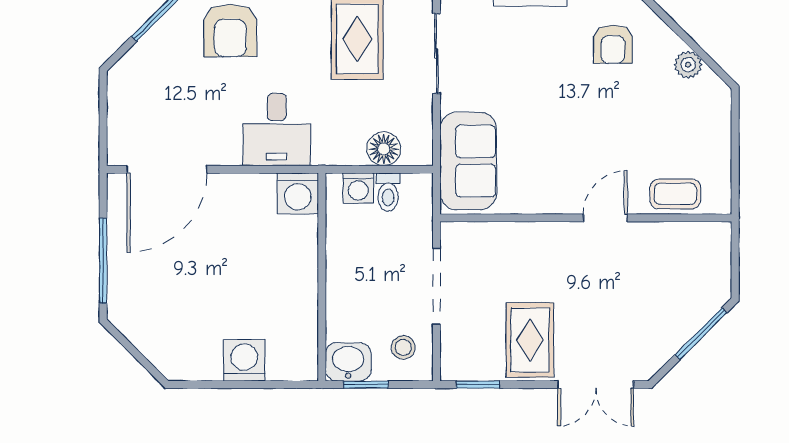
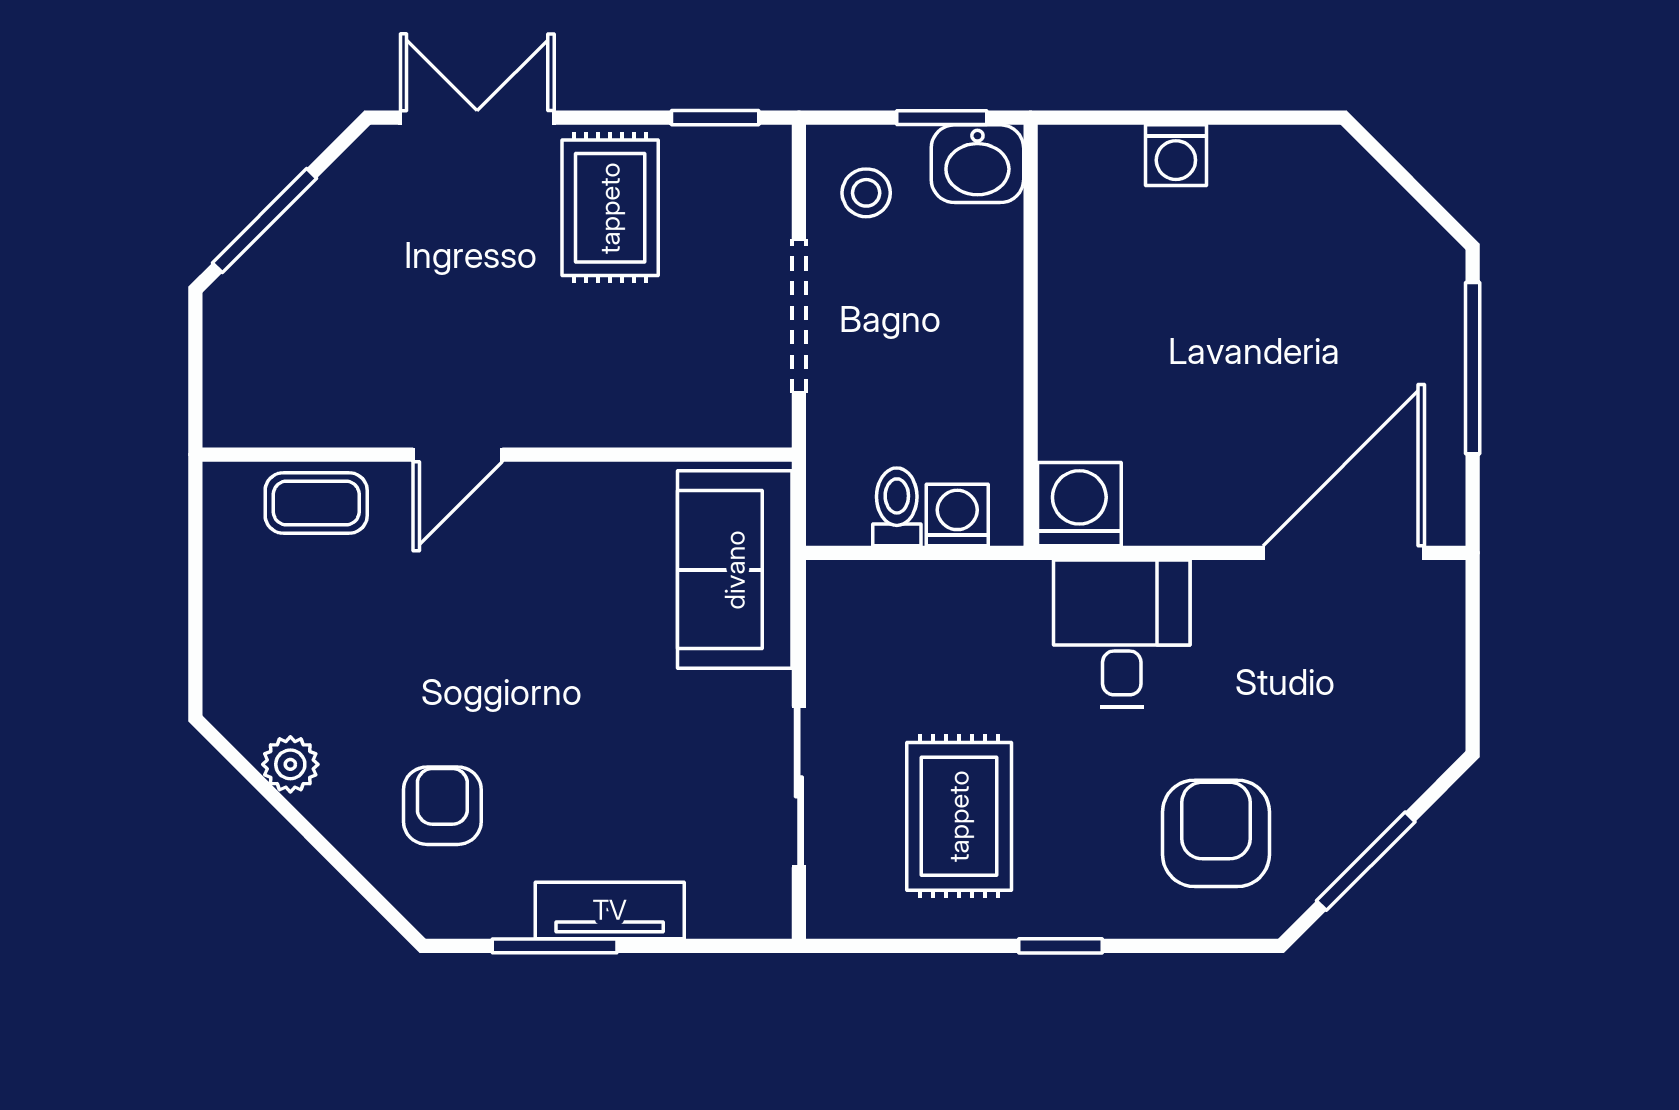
floor lamp: (384, 149) -> (906, 594), removed
washing machine: (244, 360) -> (1176, 155), width x0.73, depth x0.73

